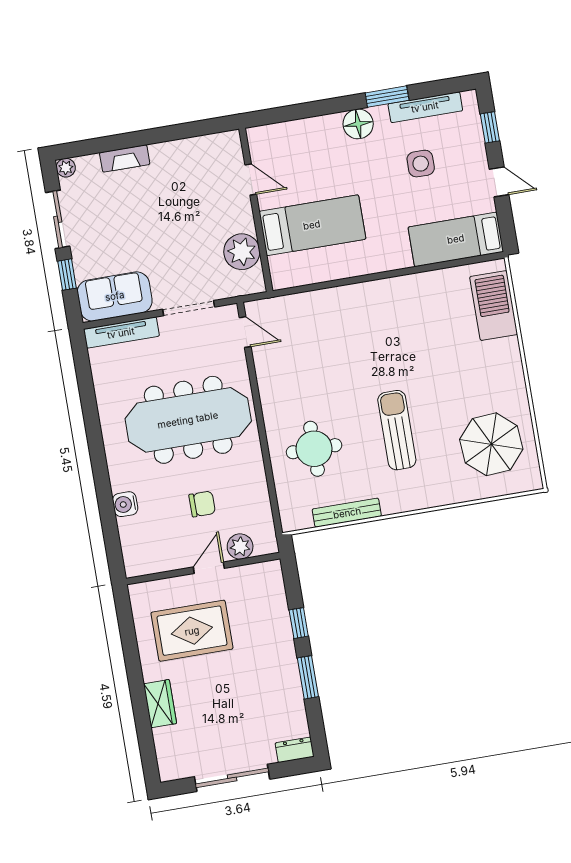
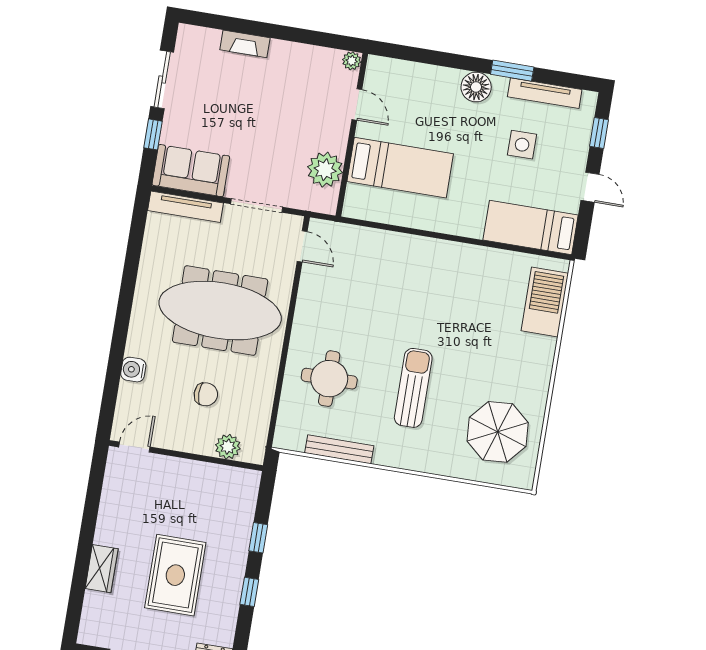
plant: (66, 168) -> (352, 61), moved
door: (209, 568) -> (134, 447), moved
rug: (192, 631) -> (175, 575), moved, turned 90
window: (308, 677) -> (249, 592), width x0.67

